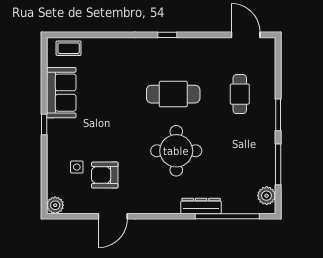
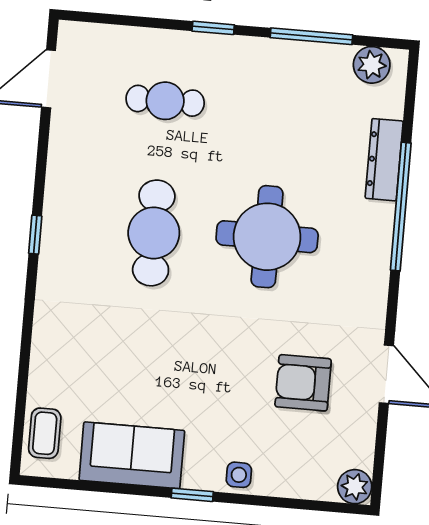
window: (278, 115) -> (213, 28), width x0.67
side table: (77, 167) -> (239, 475), moved
armchair: (105, 175) -> (303, 383), turned 90
dresser: (201, 206) -> (384, 160), moved
window: (227, 216) -> (401, 207), moved

